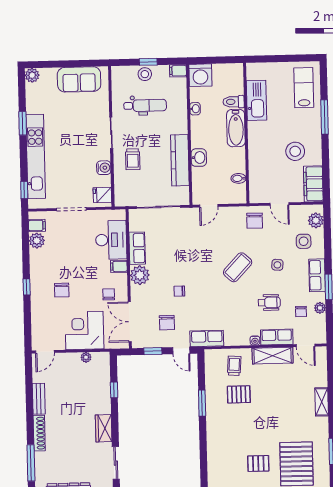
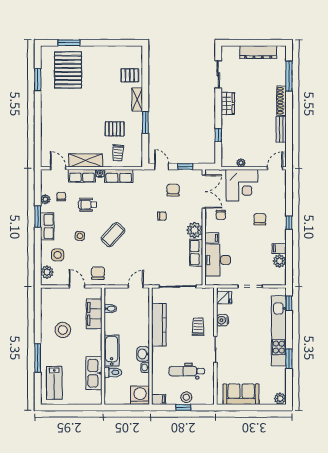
washbasin: (199, 158) -> (143, 354), moved
filing cabinet: (313, 184) -> (94, 314), moved, turned 180
filing cabinet: (37, 225) -> (279, 248), moved
row of seats: (207, 338) -> (119, 176), moved
shelving: (322, 402) -> (137, 99), moved
pallet: (258, 463) -> (130, 75), moved

